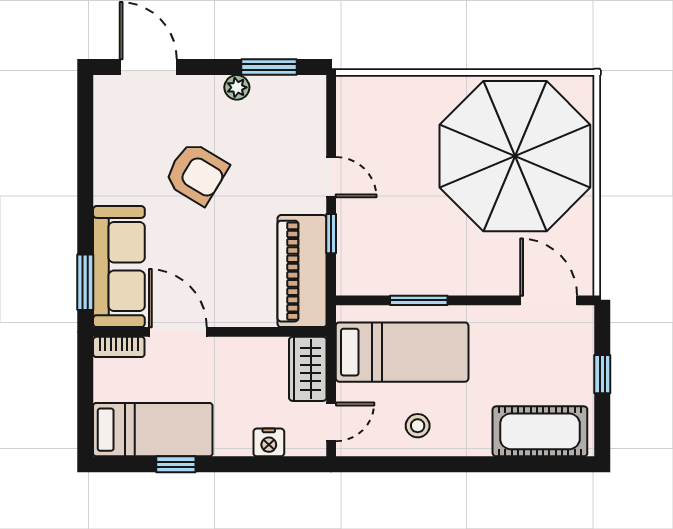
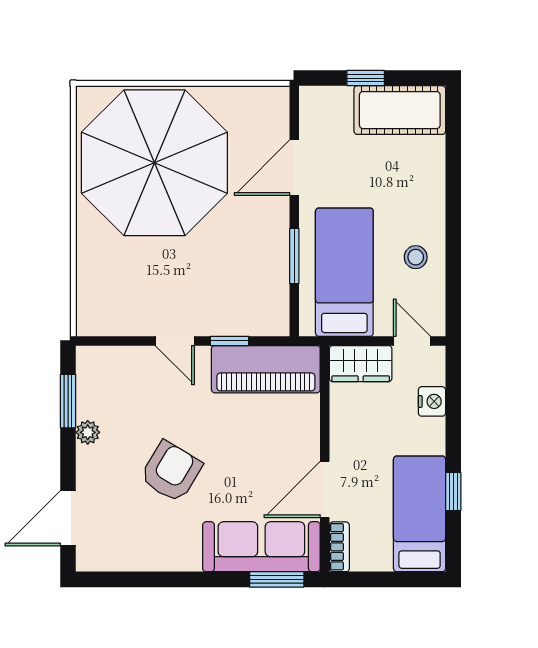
door: (331, 177) -> (175, 341), swing flipped
door: (549, 300) -> (294, 168), moved
cot: (540, 431) -> (400, 110), moved, turned 90

